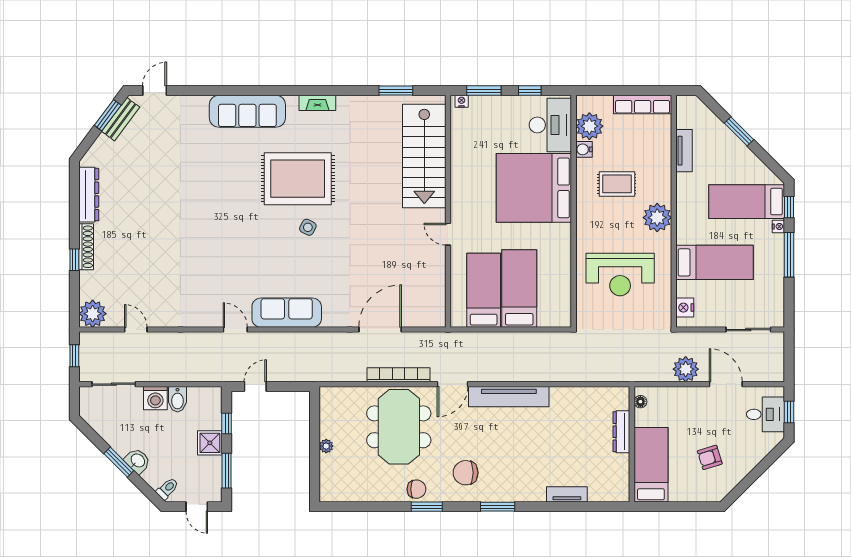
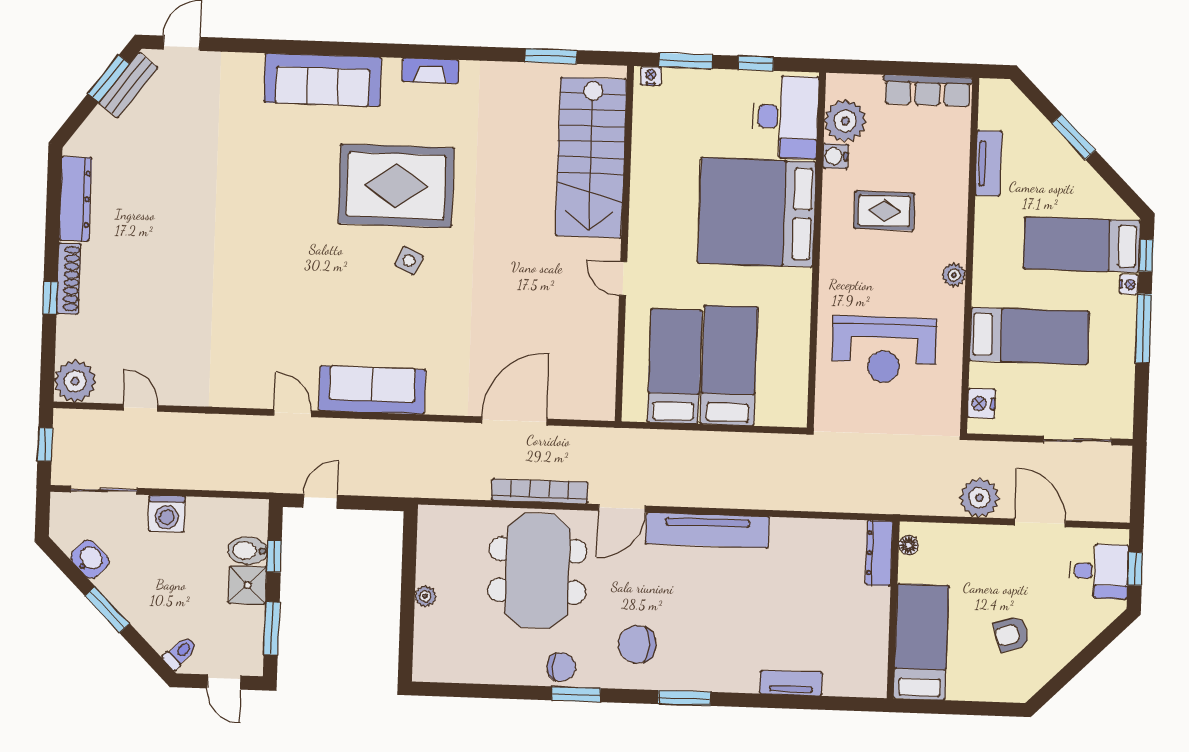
plant: (657, 218) -> (954, 275), width x0.53, depth x0.53
bidet: (177, 399) -> (248, 551), moved, turned 90
dresser: (621, 432) -> (879, 553), moved
washbasin: (137, 461) -> (90, 559), moved

